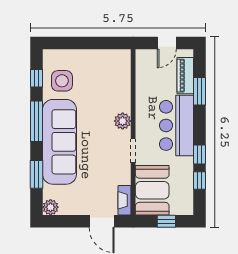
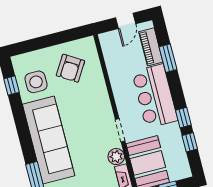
armchair: (100, 76) -> (70, 68), added
window: (36, 121) -> (22, 126), removed
plant: (123, 121) -> (116, 157), moved

